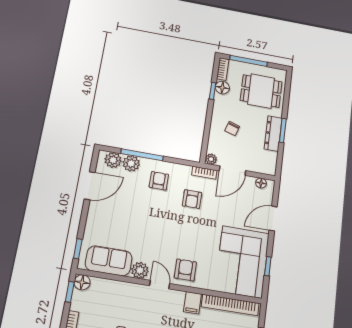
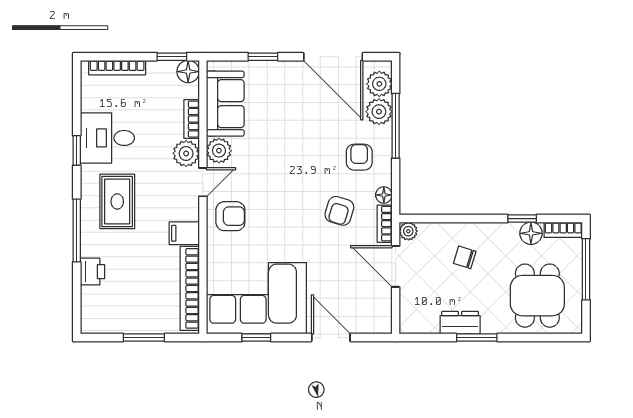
dresser: (273, 133) -> (460, 323), width x0.70
armchair: (159, 181) -> (359, 157), turned -90
floor lamp: (261, 183) -> (384, 195), moved
door: (90, 186) -> (333, 57), width x1.36
armchair: (192, 199) -> (339, 211), turned -73
window: (78, 249) -> (263, 57), moved
bookcase: (115, 285) -> (192, 119), added
plant: (138, 293) -> (186, 153), added

